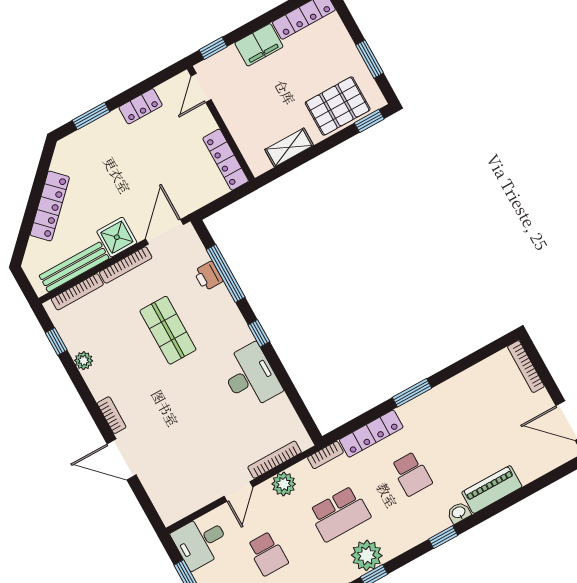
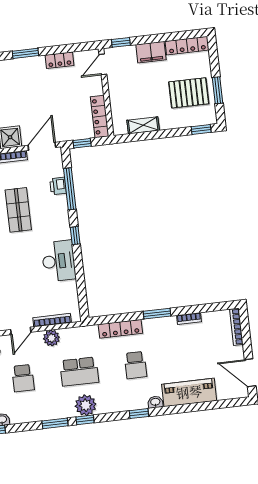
pallet: (338, 106) -> (189, 93), moved
window: (217, 205) -> (82, 143), added
bookcase: (325, 455) -> (189, 319), moved
piano: (492, 490) -> (189, 392), width x1.37, depth x1.33

